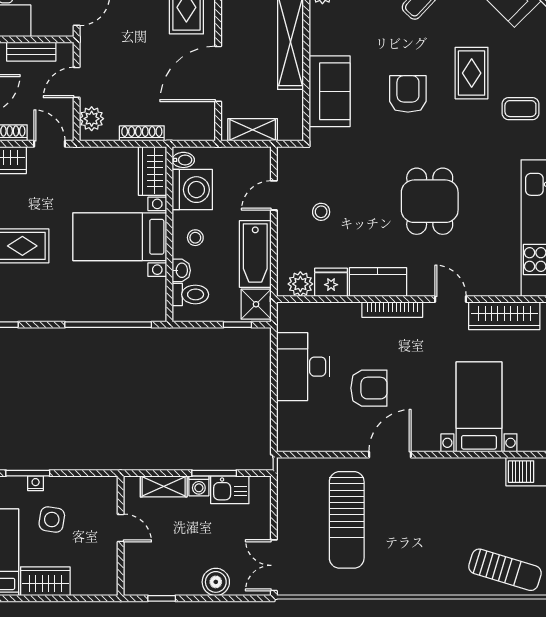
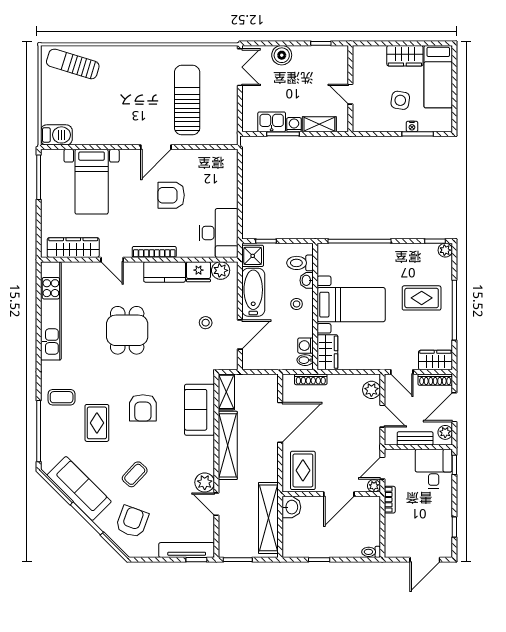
door: (77, 82) -> (382, 416), hinge flipped
shelving: (253, 130) -> (226, 392), moved, turned 90
shoe rack: (142, 133) -> (311, 379), moved
washing machine: (192, 190) -> (306, 346), width x0.53, depth x0.53
door: (274, 195) -> (240, 334), width x1.38
desk: (303, 367) -> (219, 233), moved

